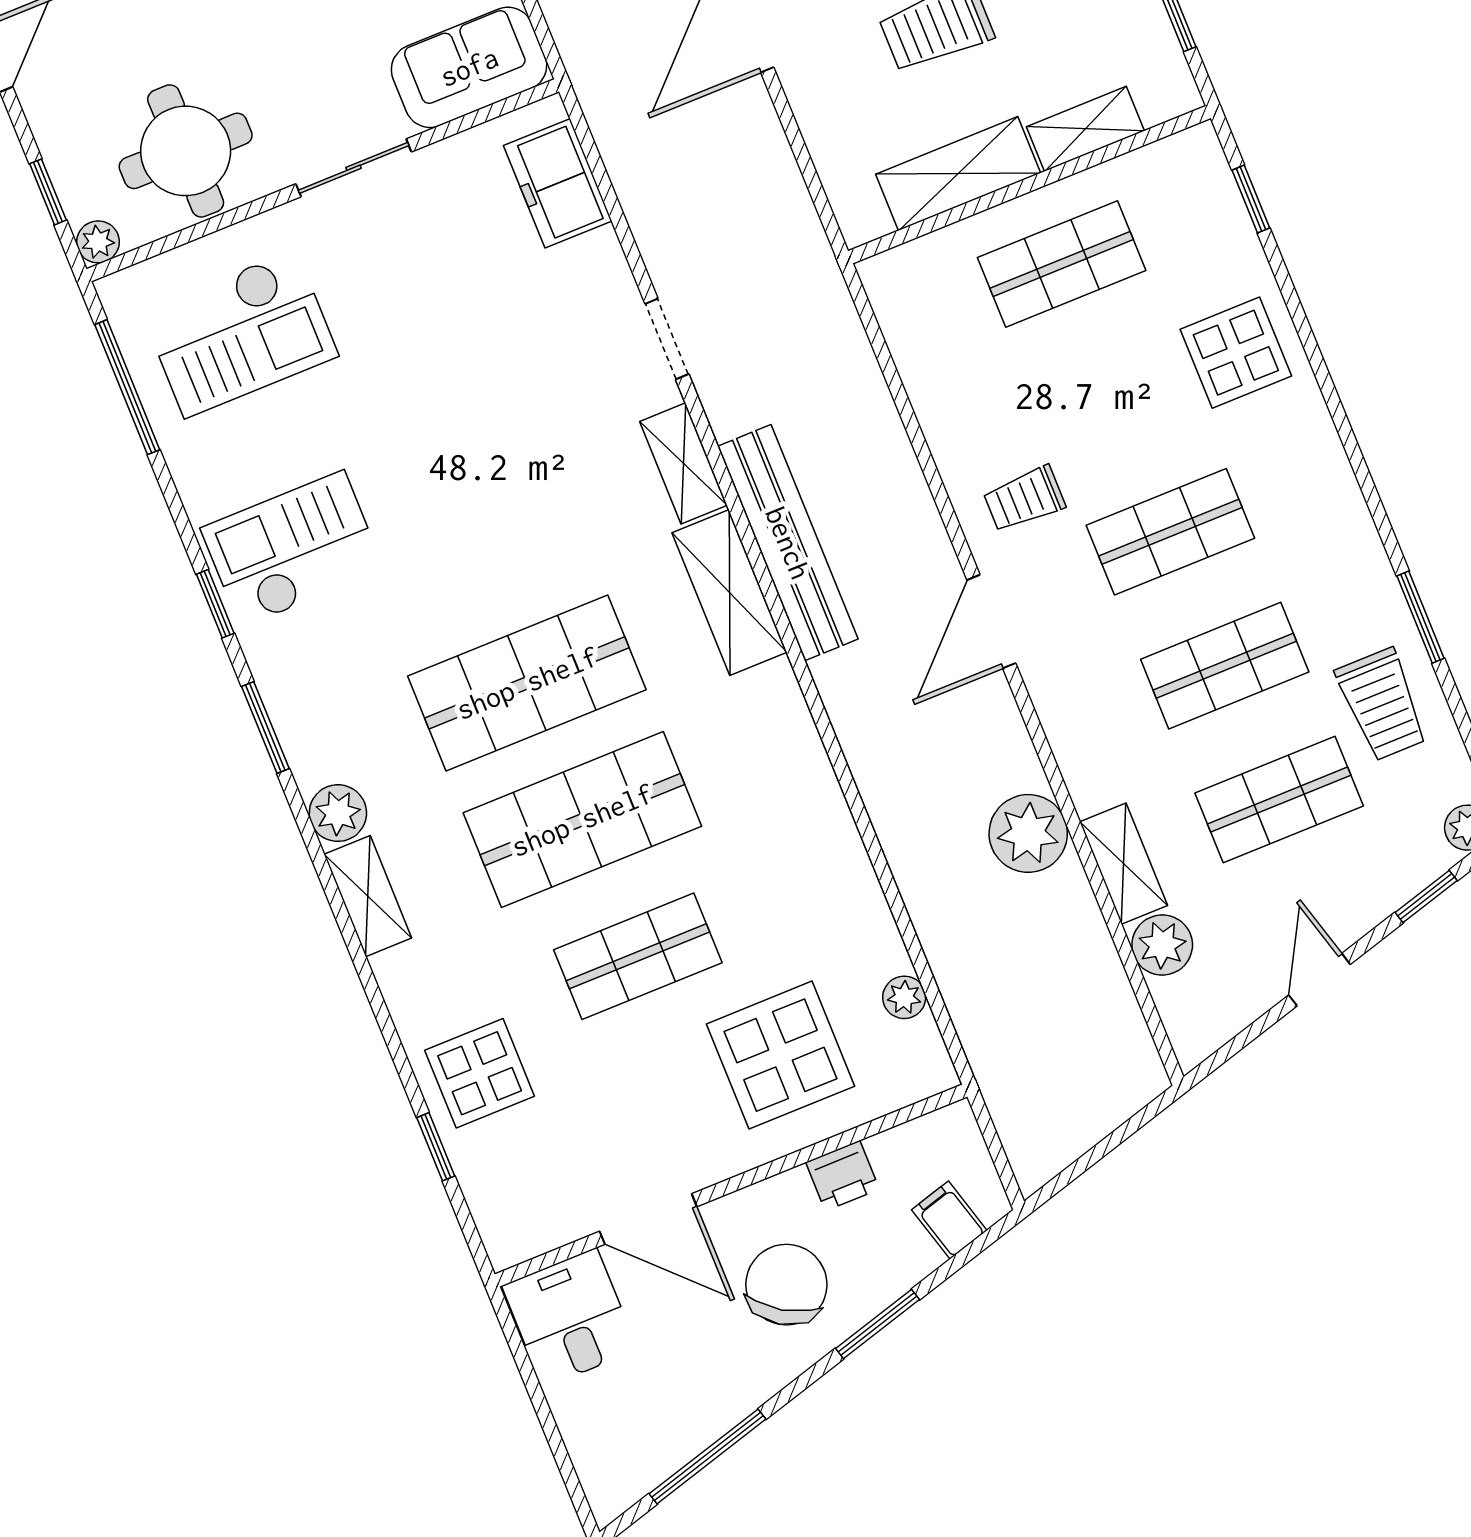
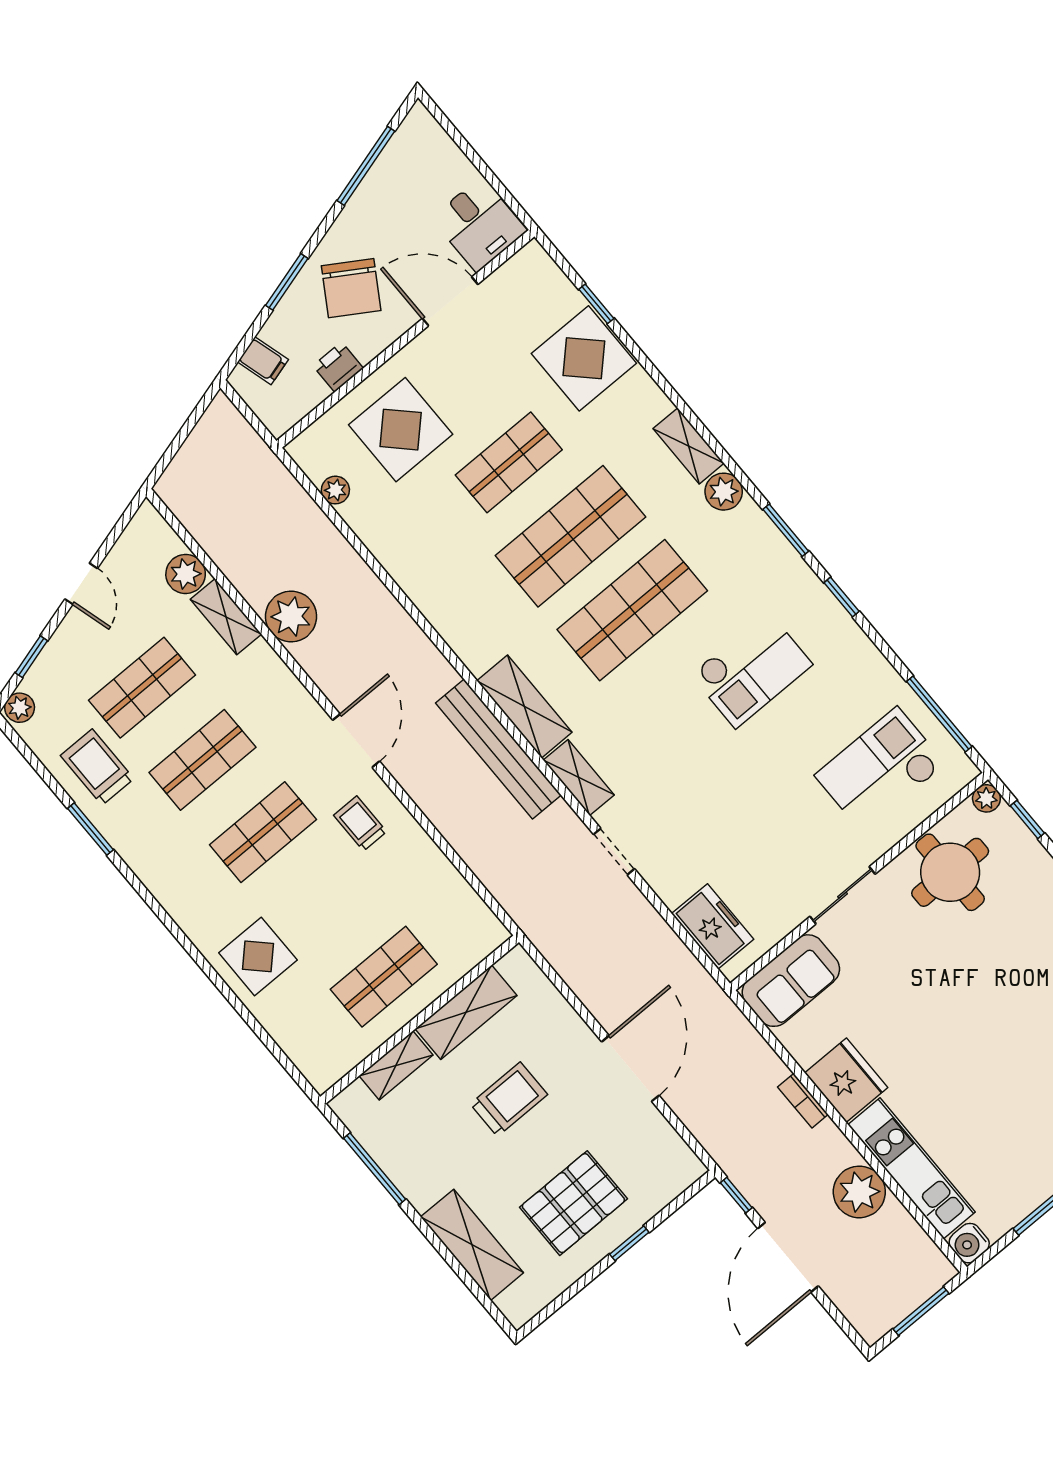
window: (1251, 199) -> (279, 1055), removed
trolley: (1024, 499) -> (360, 823), turned -90
checkout: (292, 549) -> (751, 670), moved
display table: (480, 1073) -> (584, 358), width x1.36, depth x1.36

